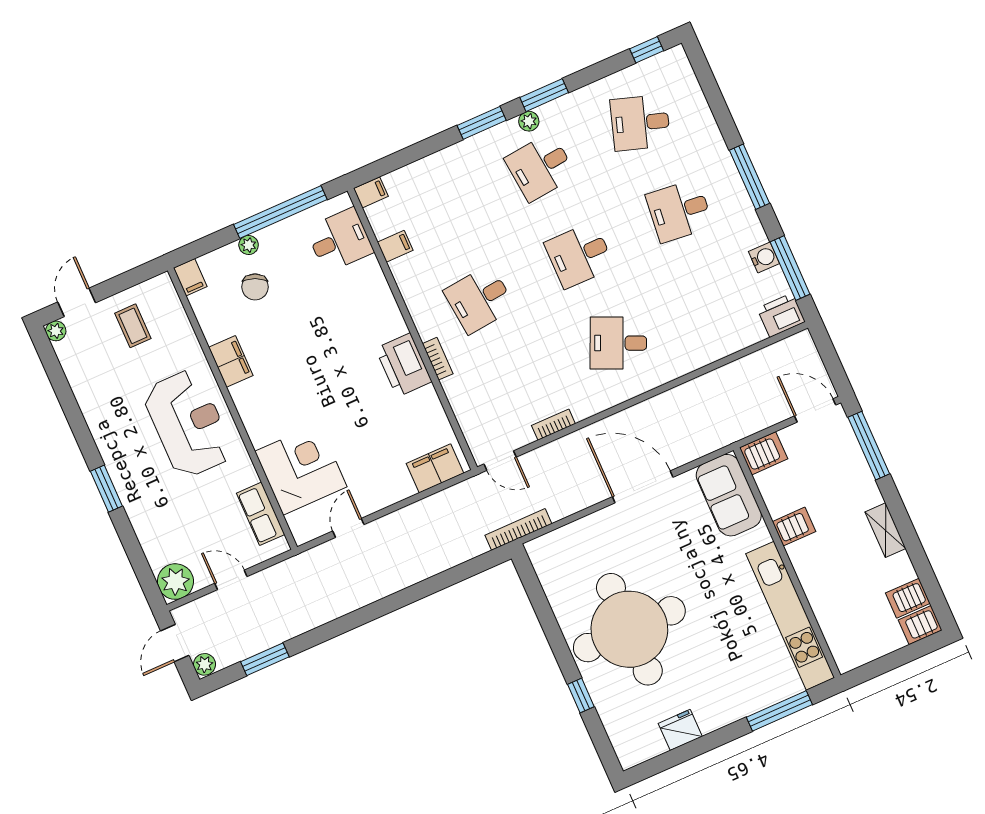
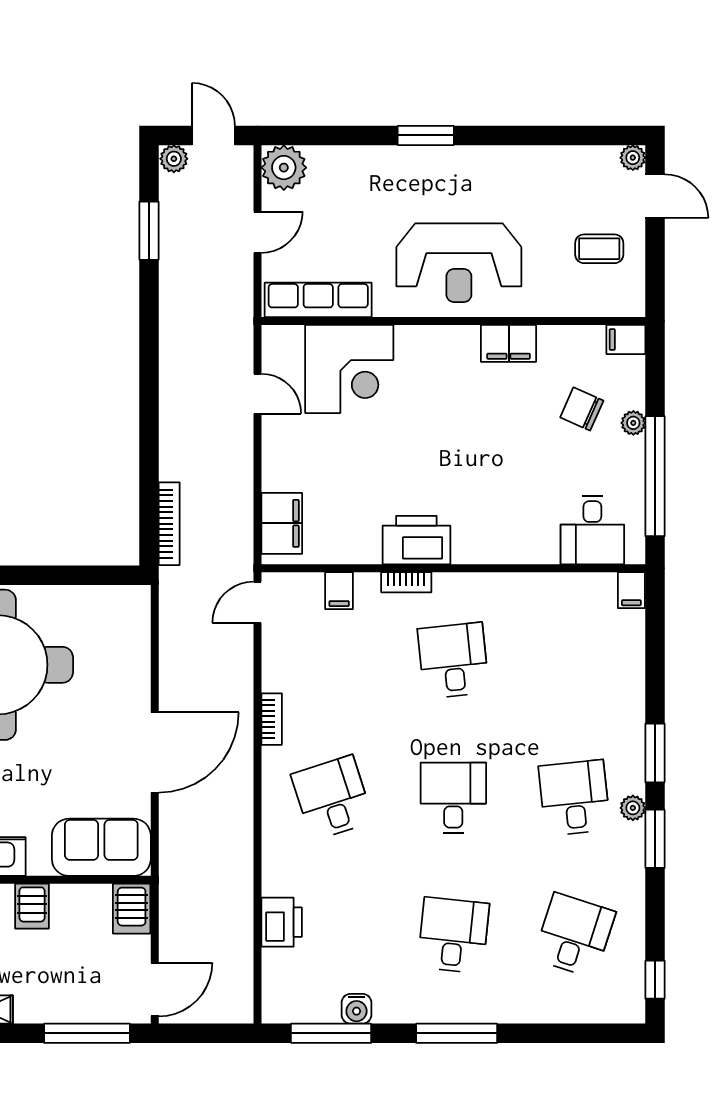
filing cabinet: (395, 246) -> (339, 591), moved
printer: (781, 315) -> (282, 922), moved
desk: (618, 343) -> (332, 798), turned -42
bookcase: (553, 425) -> (272, 719), moved
row of seats: (261, 514) -> (318, 300), width x1.48
bookcase: (518, 529) -> (169, 524), moved

